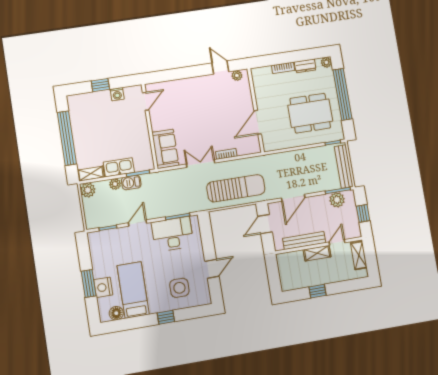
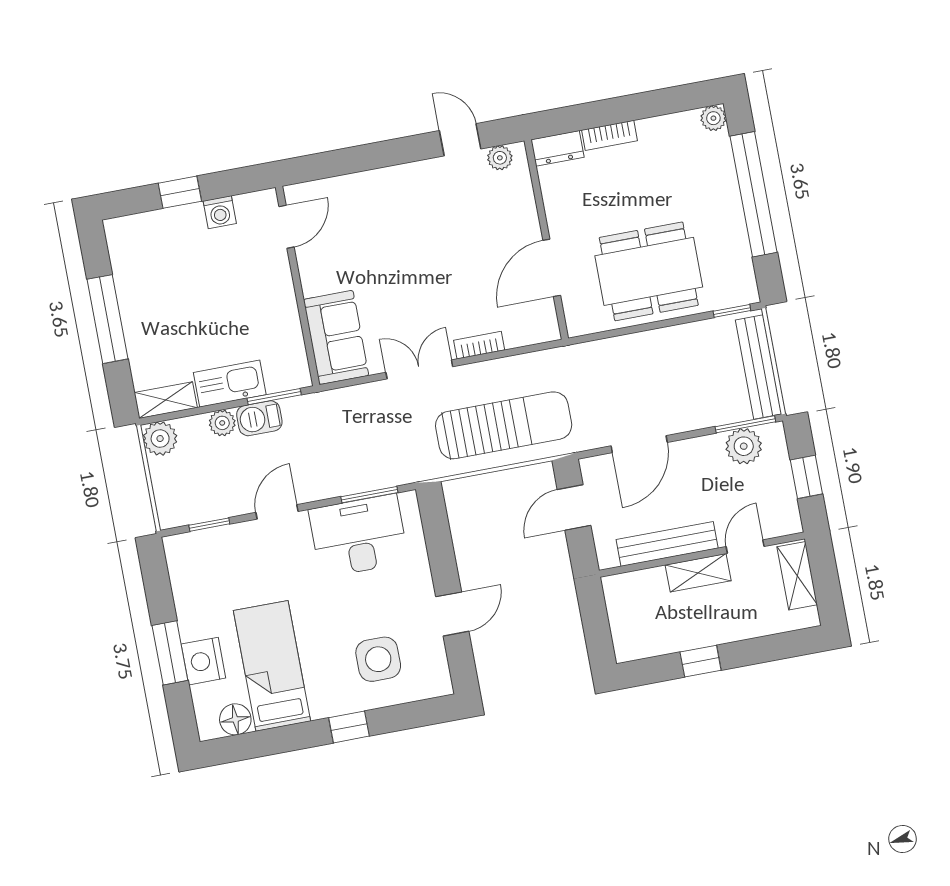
dresser: (305, 66) -> (557, 148), moved
dining table: (310, 113) -> (649, 271), moved
window: (67, 138) -> (107, 319), width x0.68

